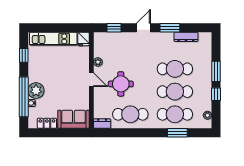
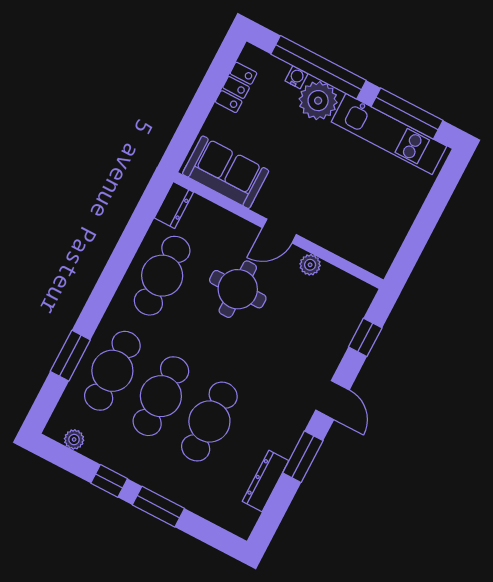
kitchen unit: (53, 39) -> (389, 134), moved, turned -90
fridge: (83, 39) -> (375, 260), removed
window: (24, 55) -> (407, 113), width x2.17
sofa: (73, 119) -> (226, 172), moved, turned -90

